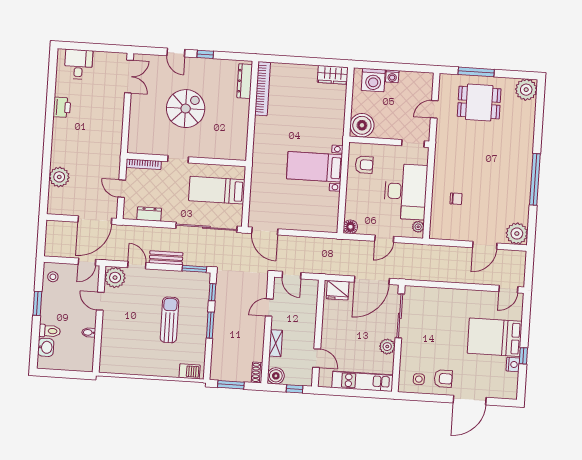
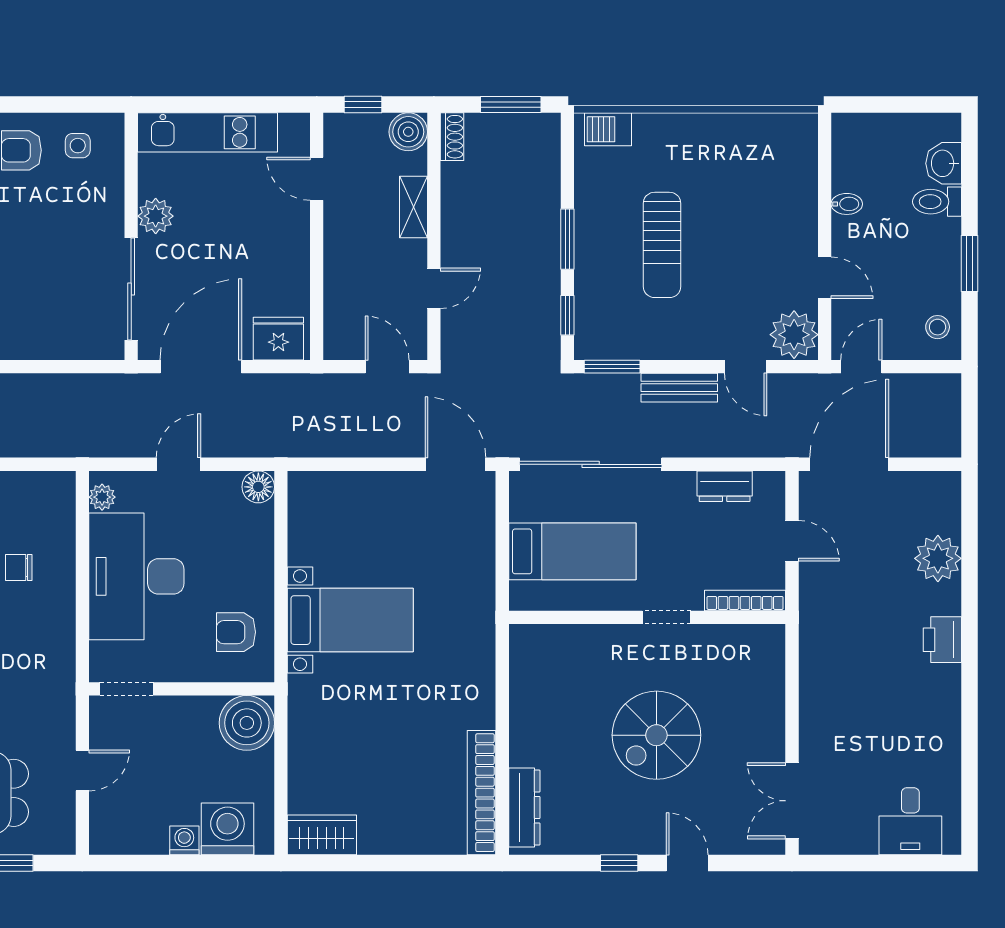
printer: (62, 107) -> (942, 640), moved

